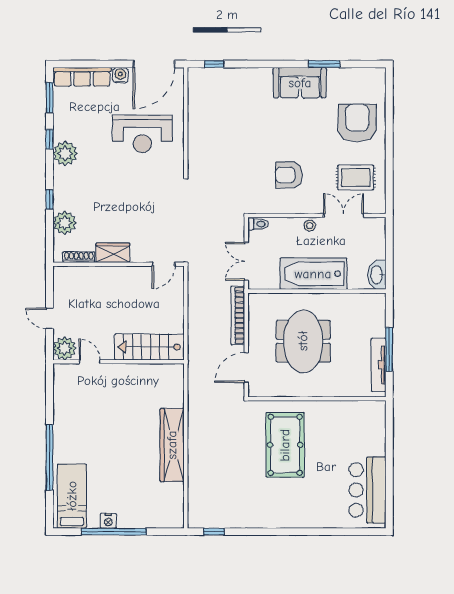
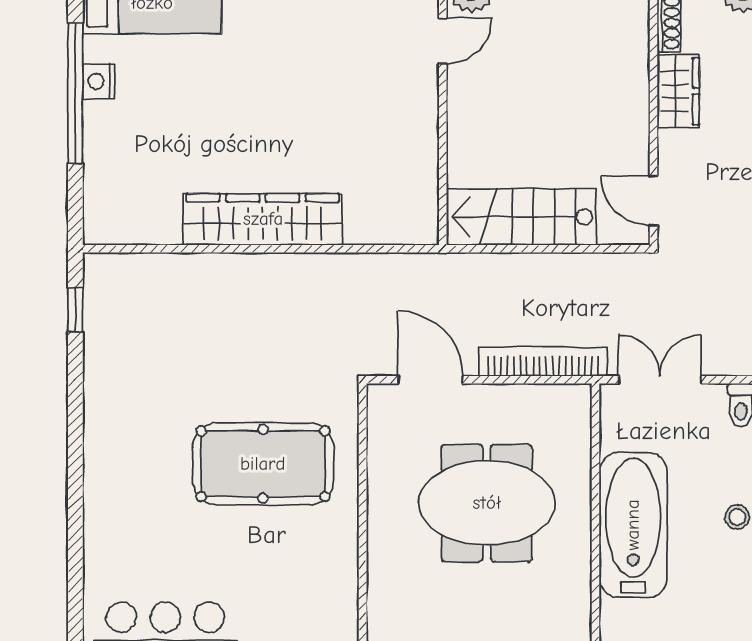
stairs: (149, 347) -> (521, 217), moved, turned -90

